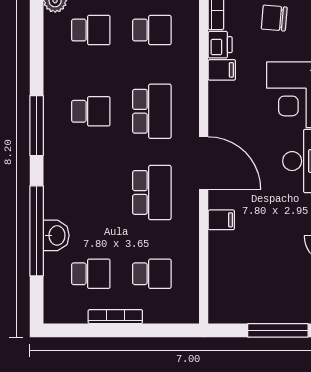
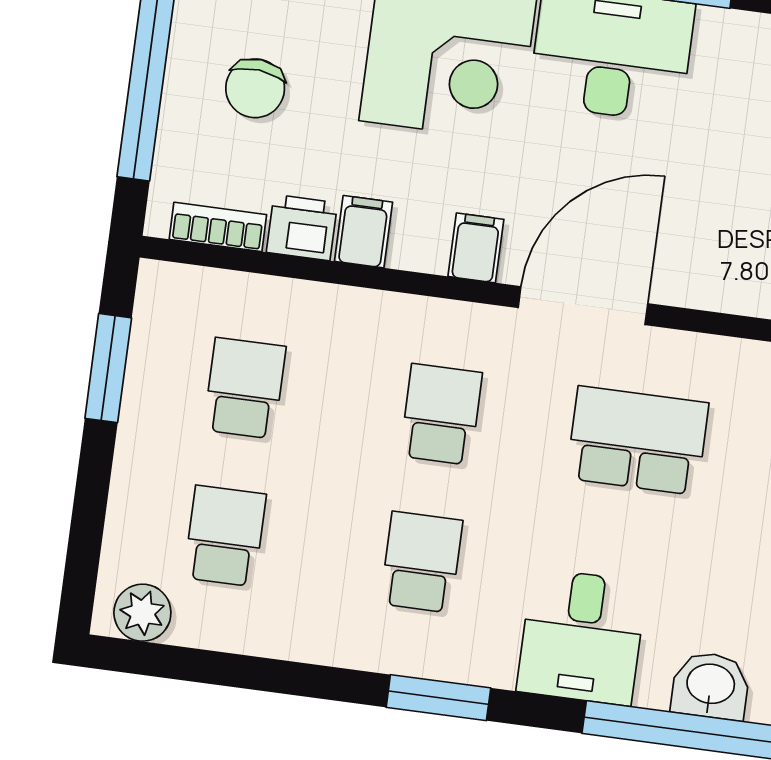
school desk: (152, 111) -> (441, 414), width x0.54
window: (37, 126) -> (438, 698), width x0.69
desk: (69, 180) -> (582, 637), added
filing cabinet: (221, 220) -> (476, 248), moved

